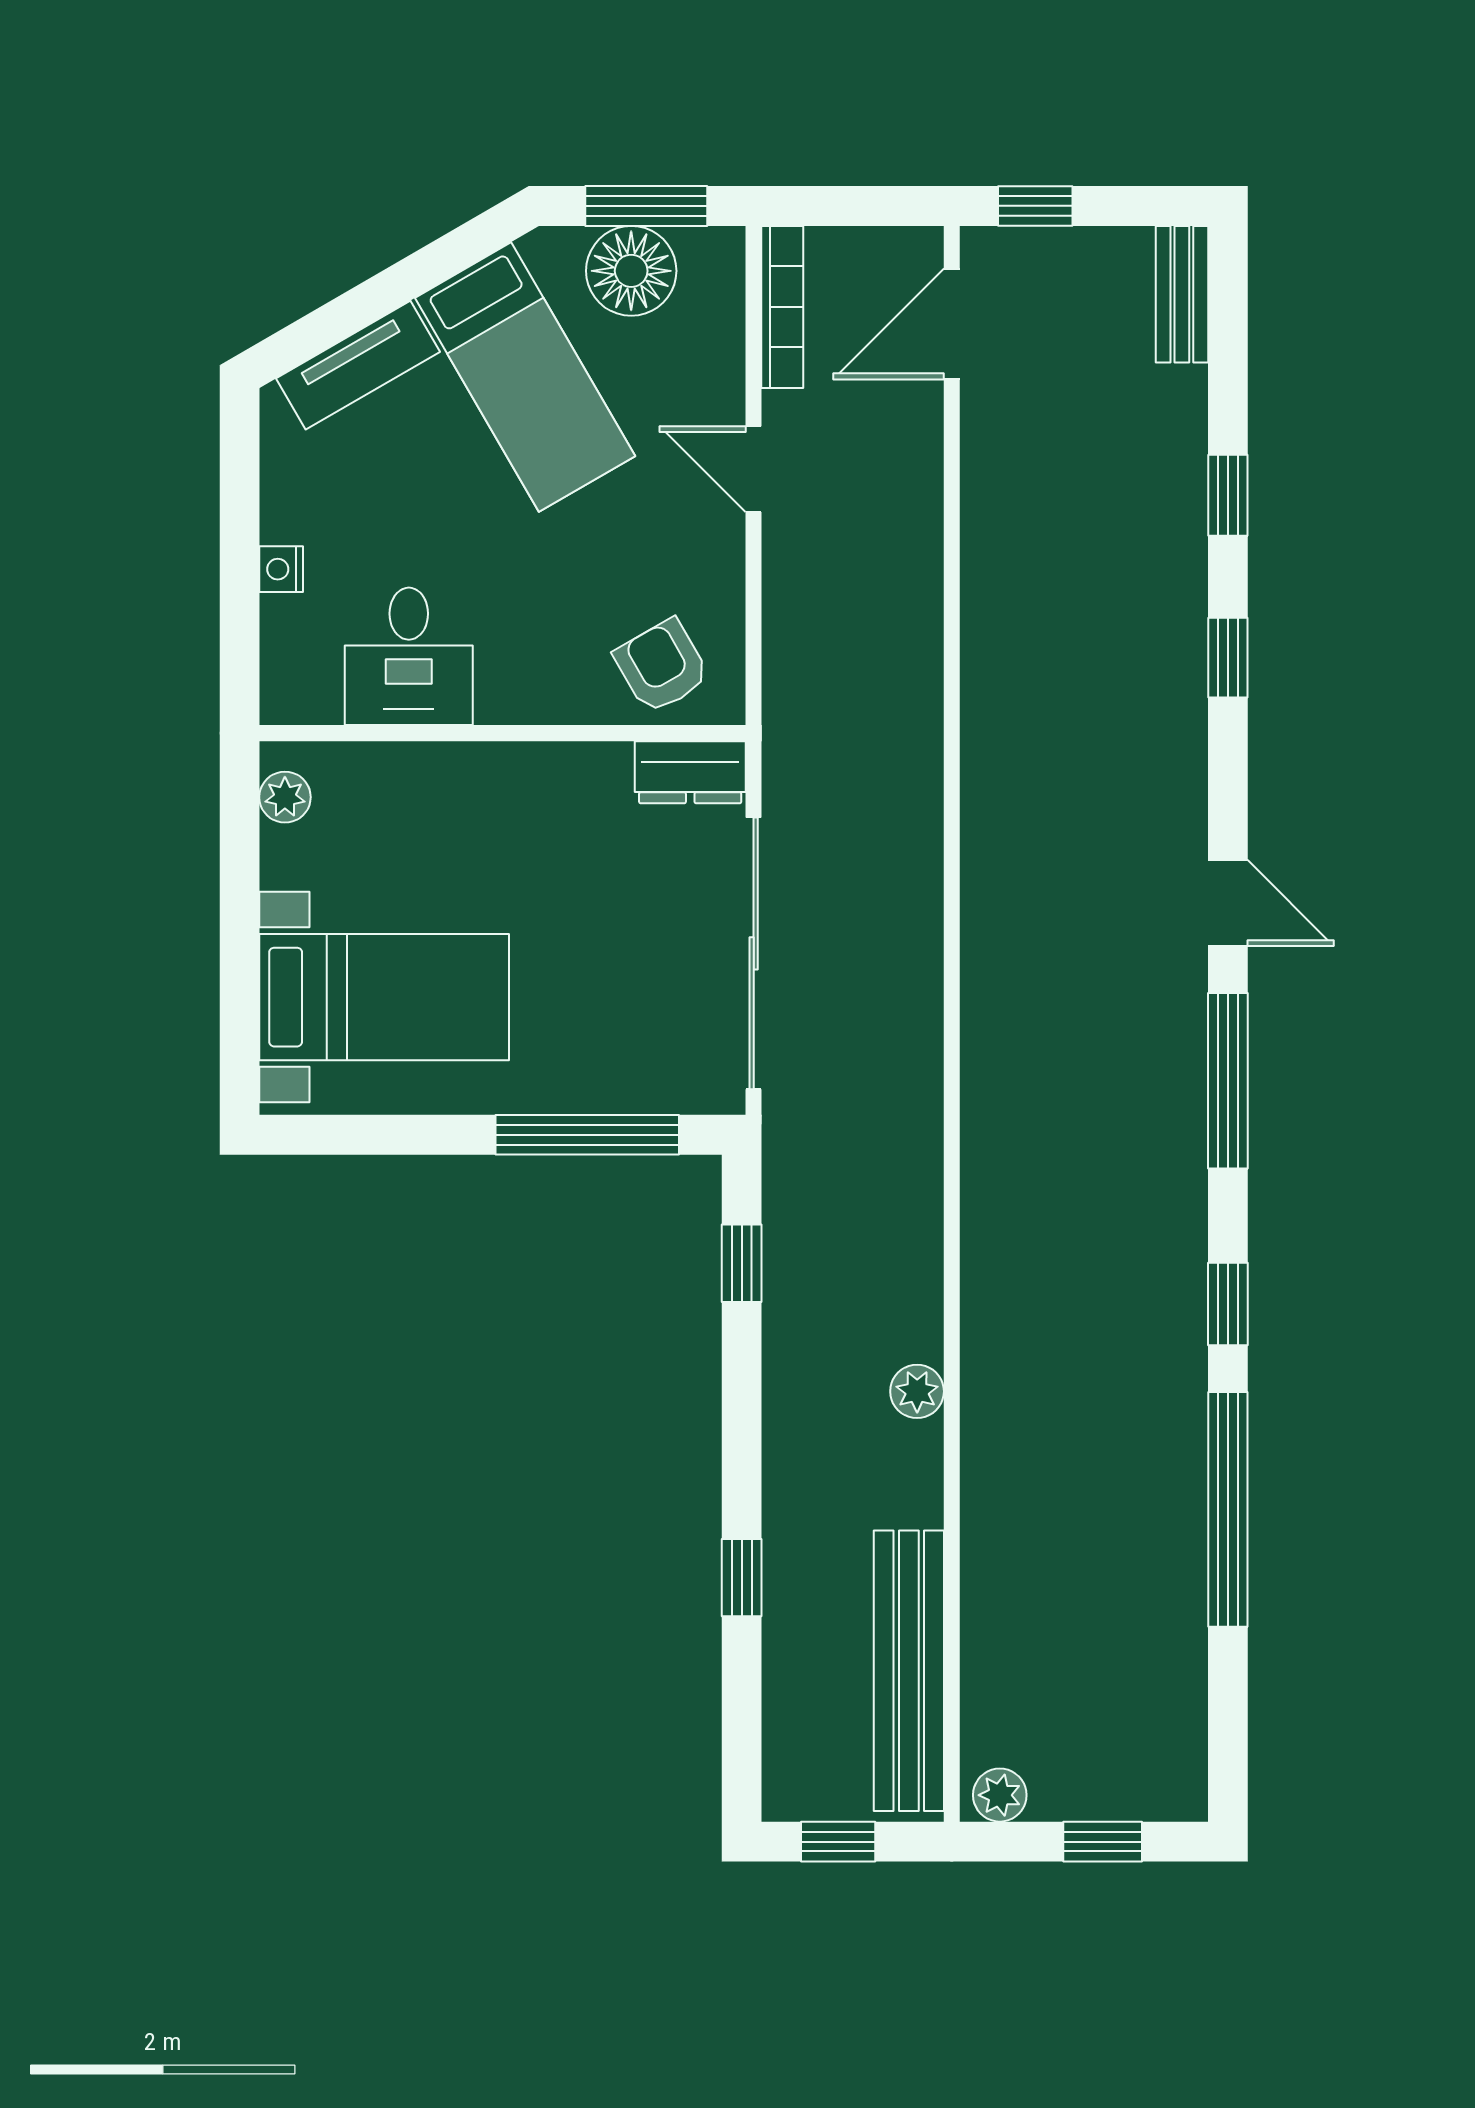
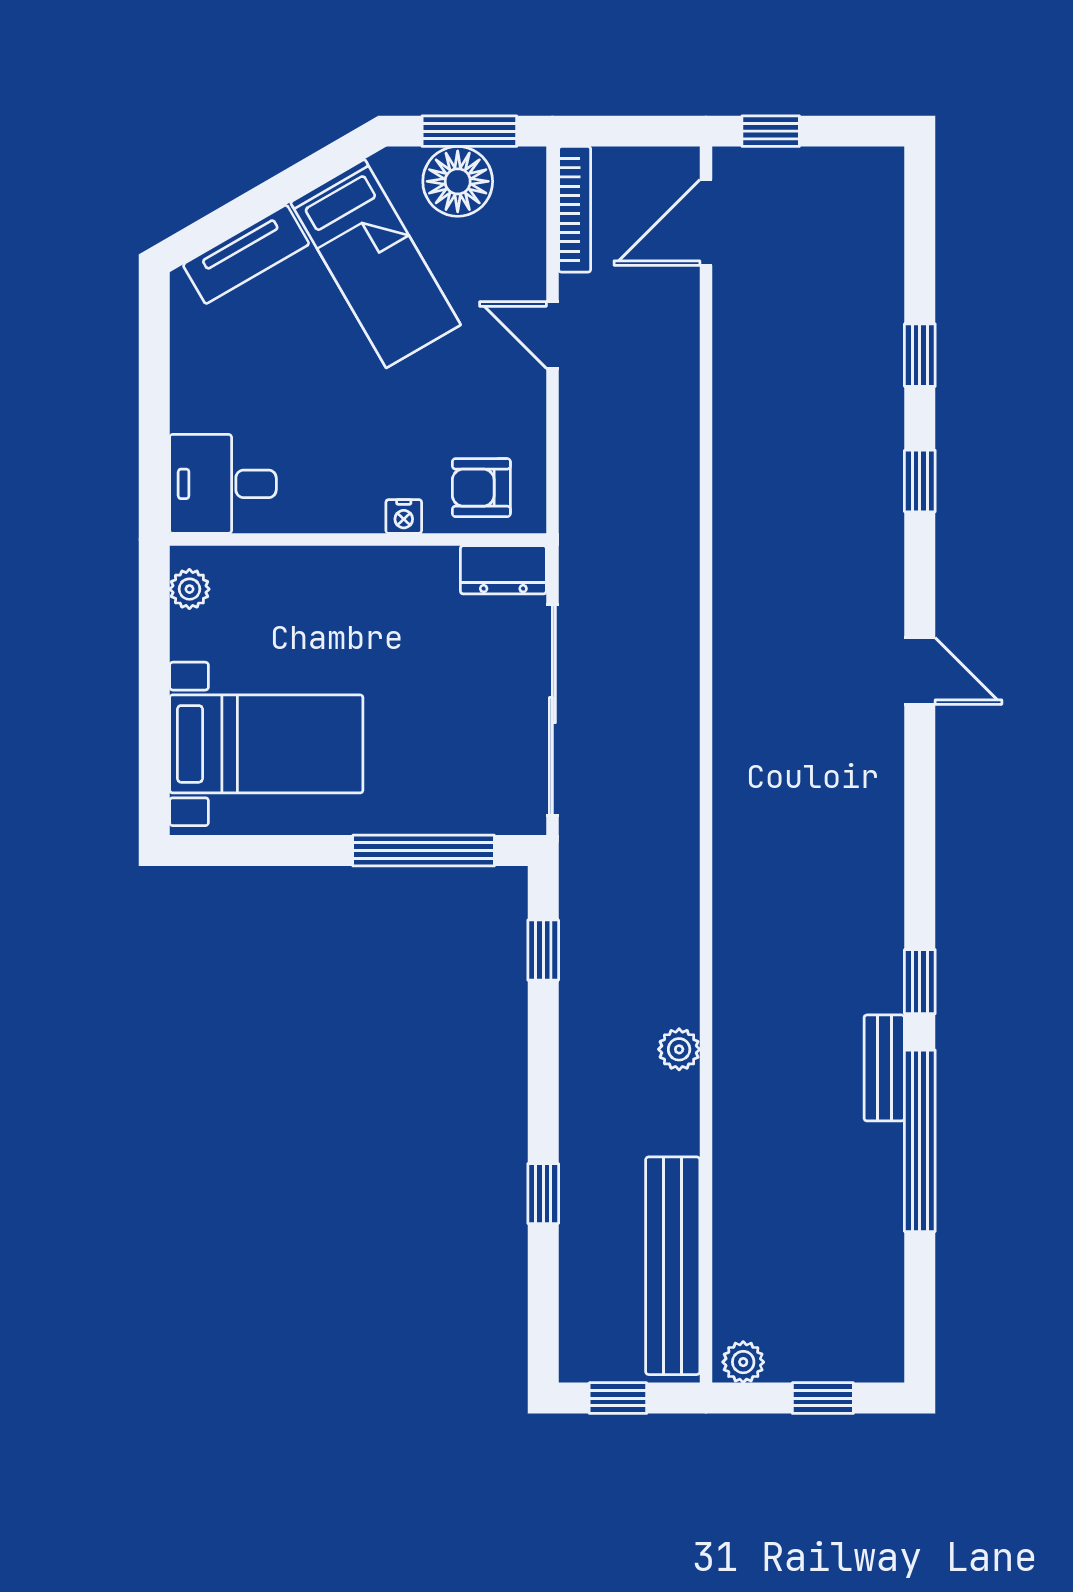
bench: (1182, 294) -> (884, 1068), moved
nightstand: (281, 569) -> (404, 516), moved, turned -90
desk: (409, 656) -> (223, 484), moved, turned 90
armchair: (662, 666) -> (481, 488), turned -60
window: (1228, 1081) -> (920, 809), removed

